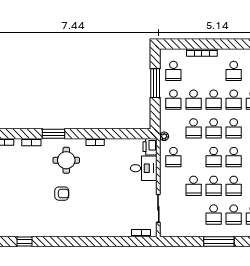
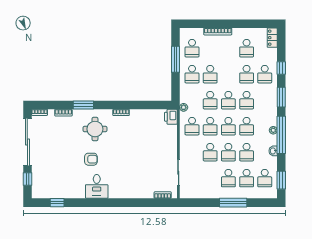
school desk: (214, 100) -> (210, 126), moved
desk: (144, 168) -> (97, 186), moved, turned 90

